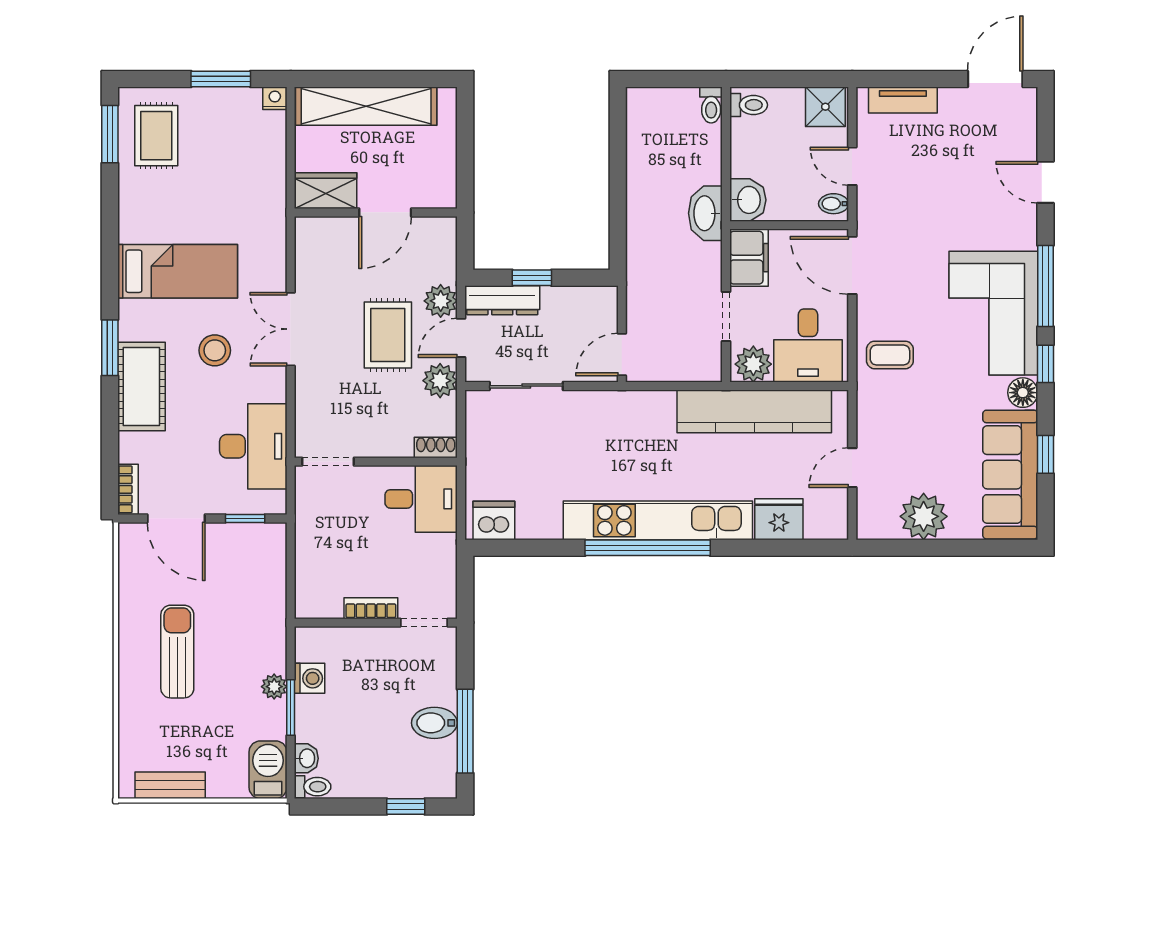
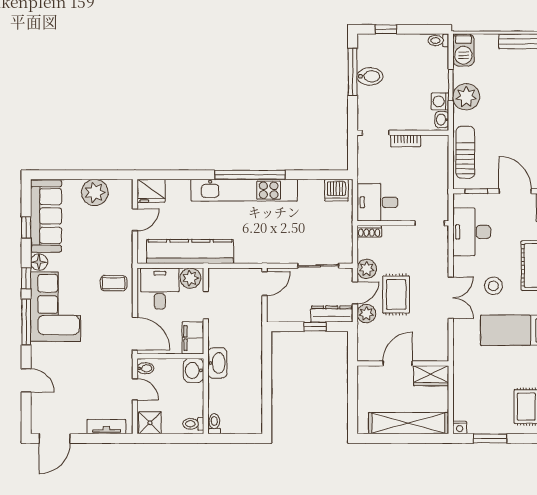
fridge: (779, 519) -> (151, 191), moved
sun lounger: (177, 652) -> (465, 152), moved, turned 180
plant: (274, 687) -> (466, 97), width x1.88, depth x1.88
washbasin: (306, 758) -> (442, 120), moved

